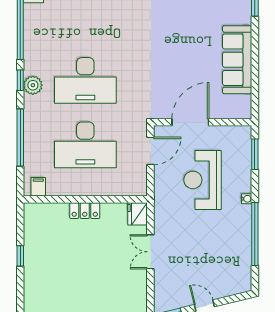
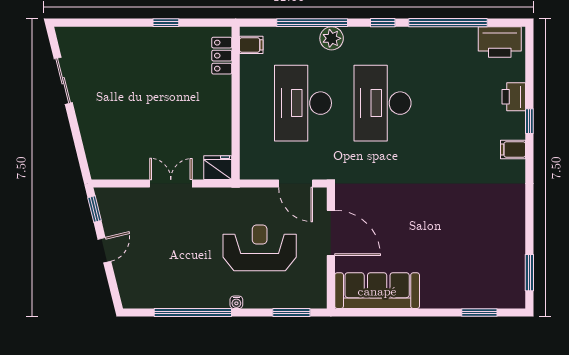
sofa: (237, 60) -> (377, 291), moved
plant: (33, 85) -> (332, 38), moved
locker: (85, 211) -> (222, 56), moved

